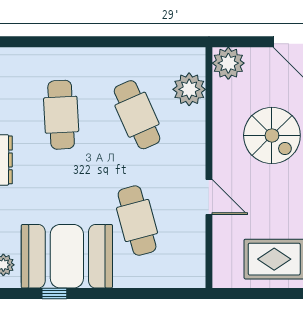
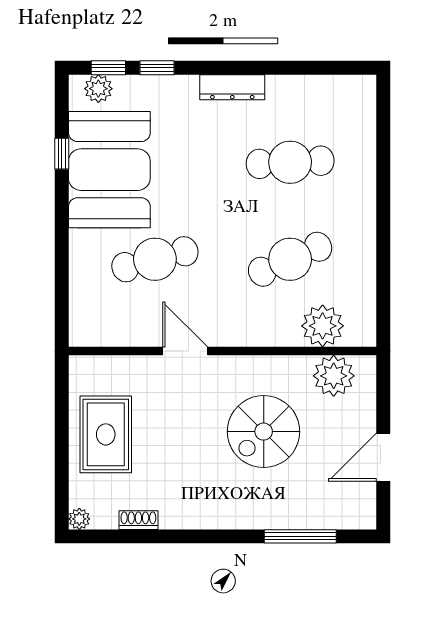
plant: (228, 63) -> (334, 376), moved
door: (209, 197) -> (185, 351), swing flipped

